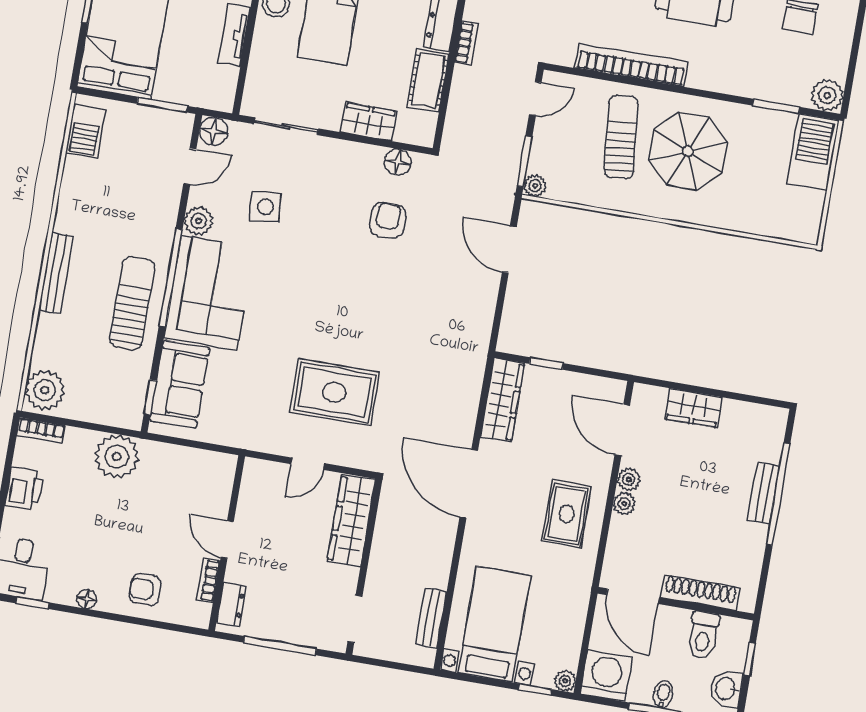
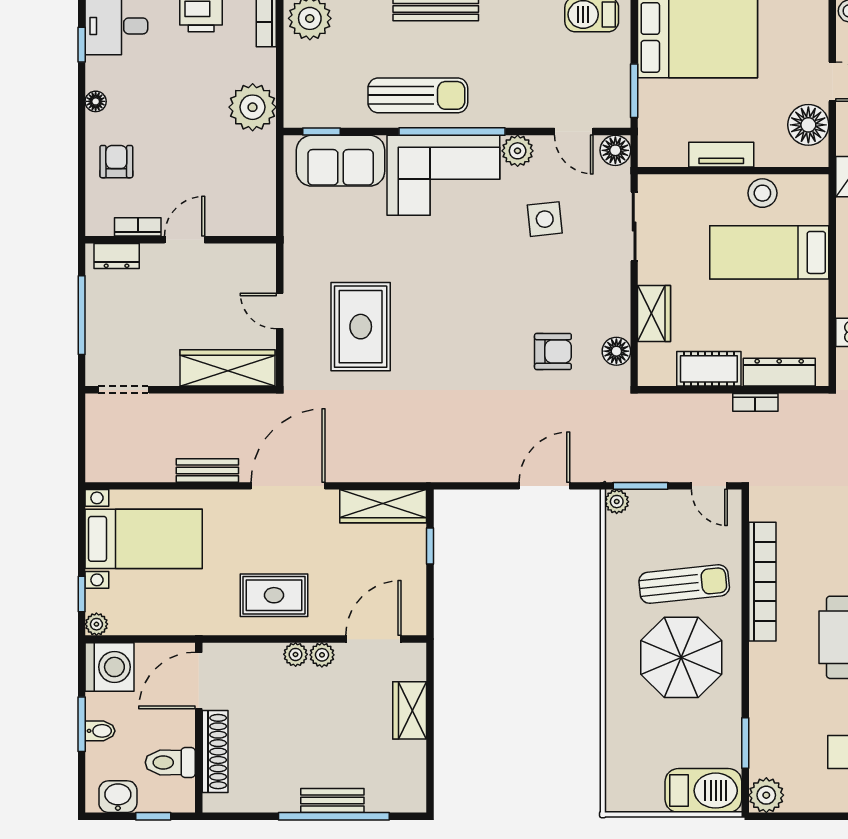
bench: (431, 618) -> (207, 470), moved

